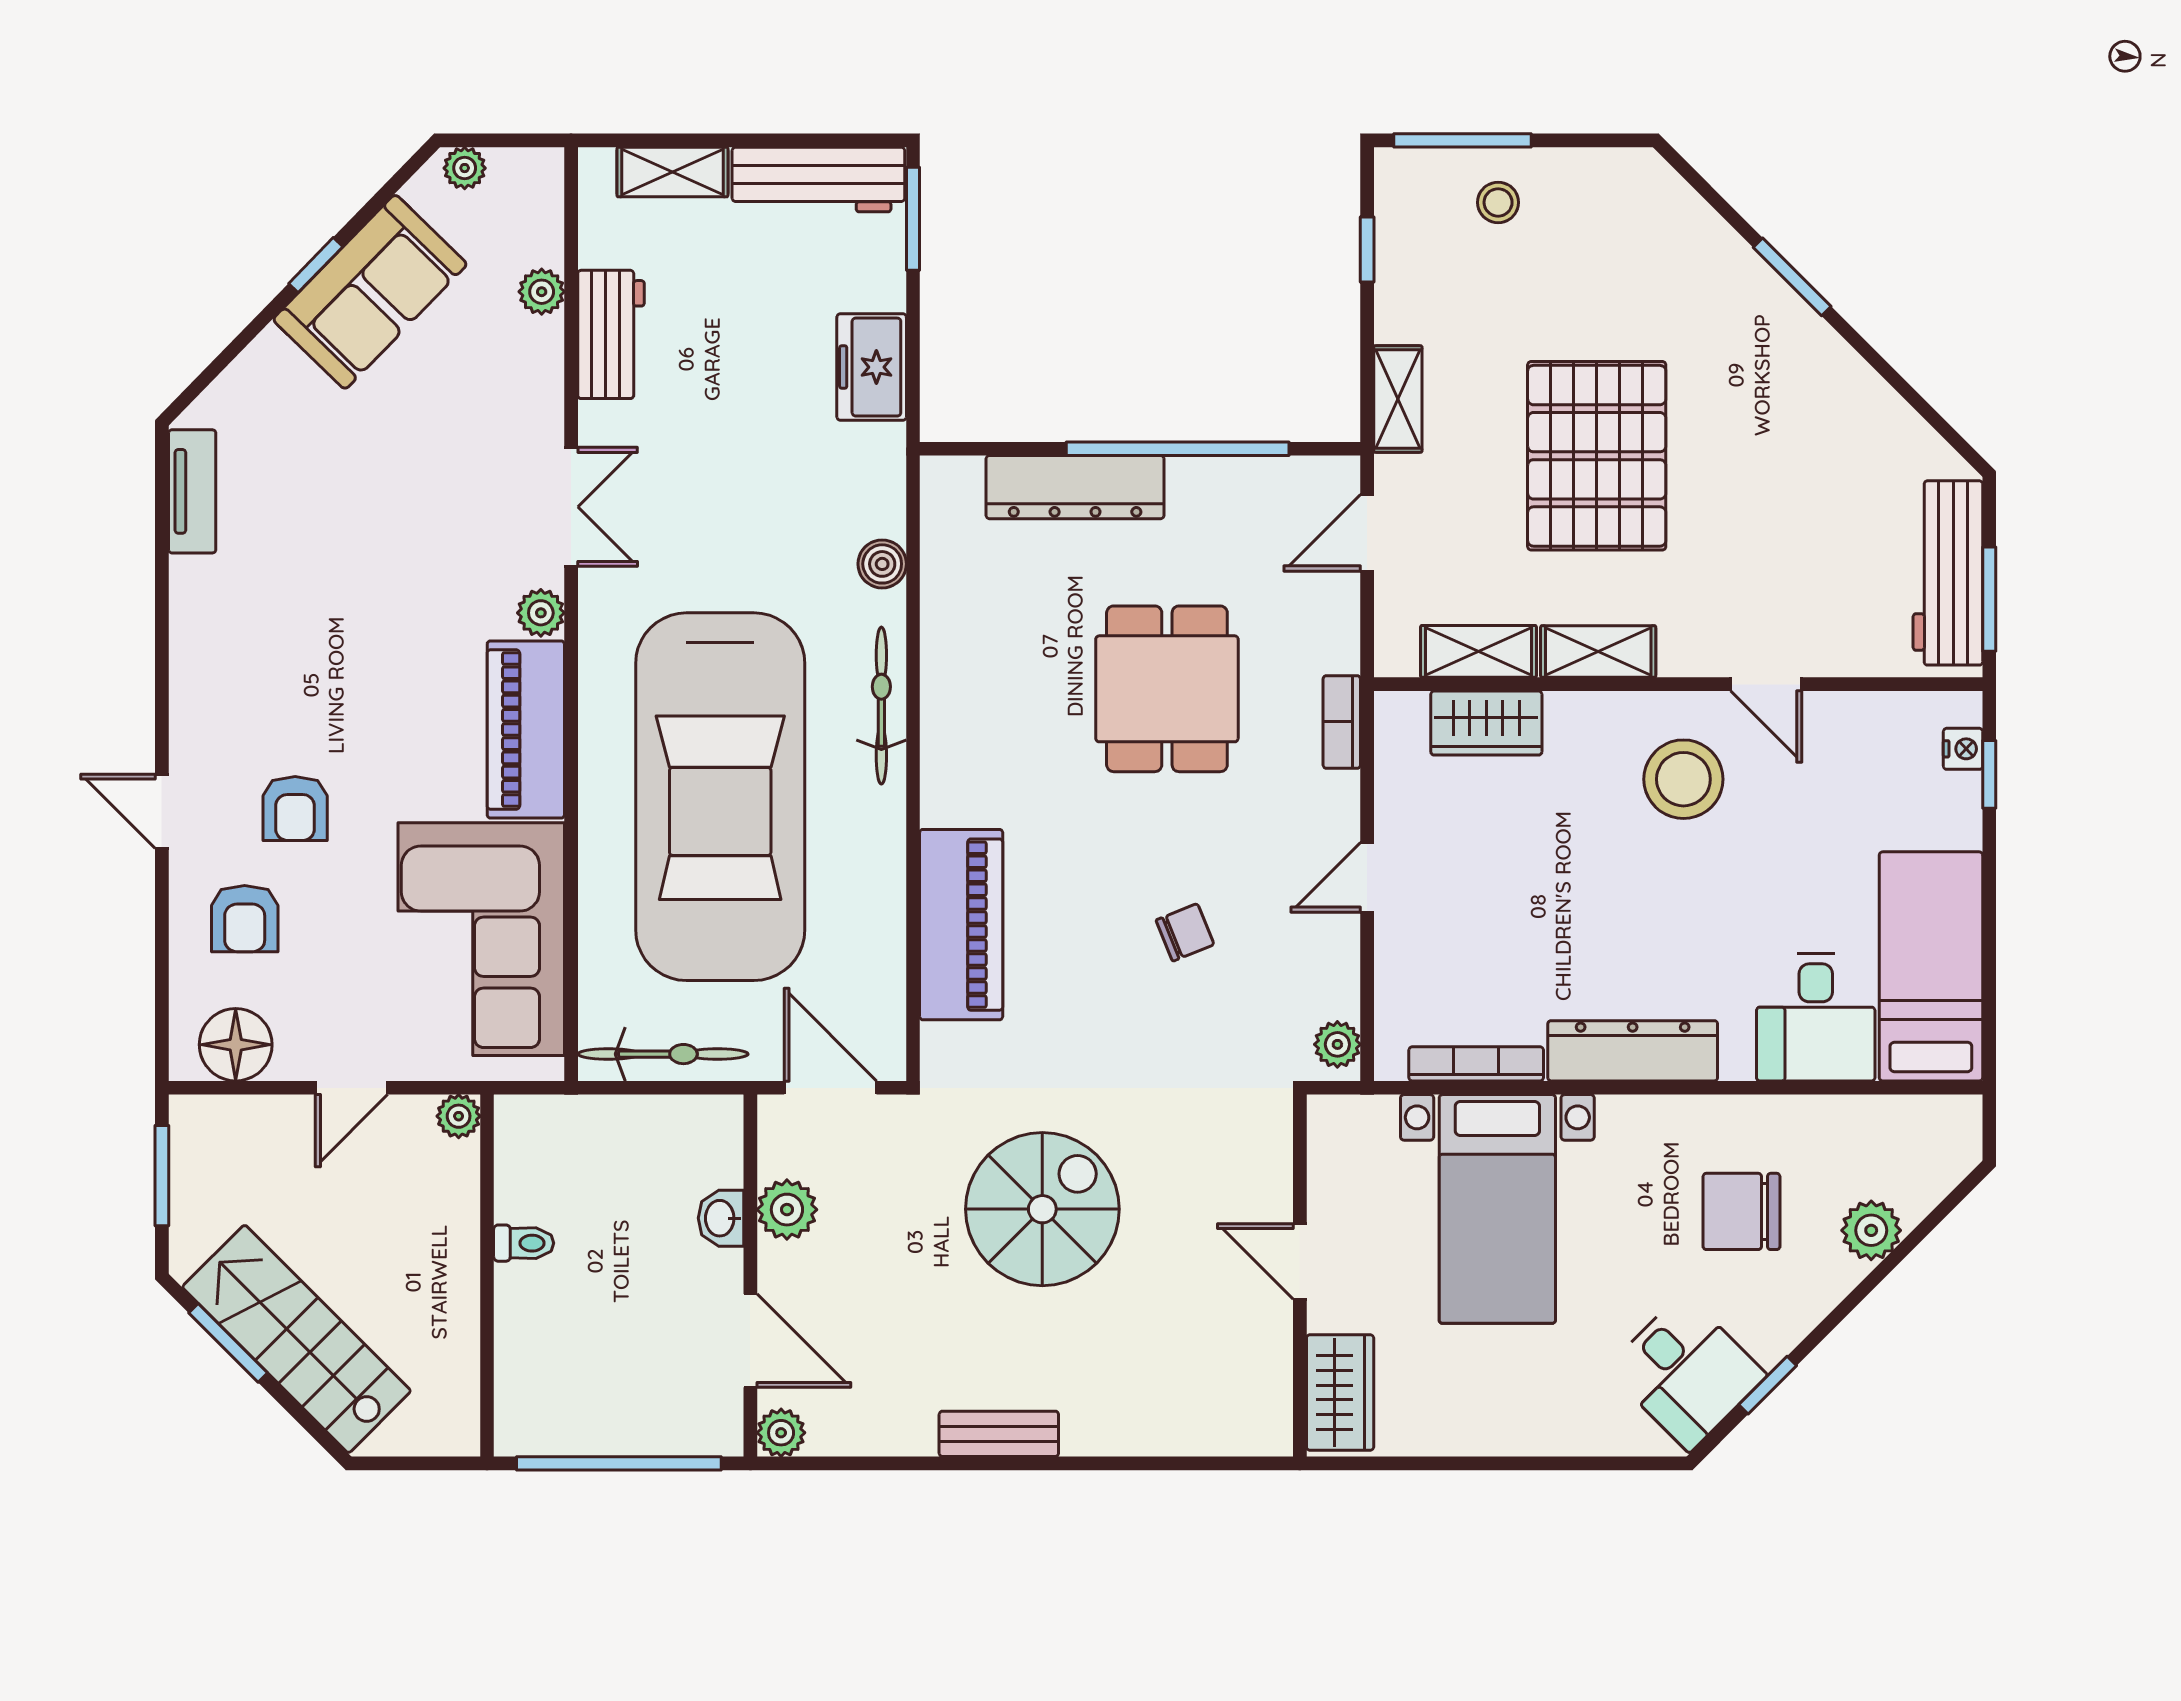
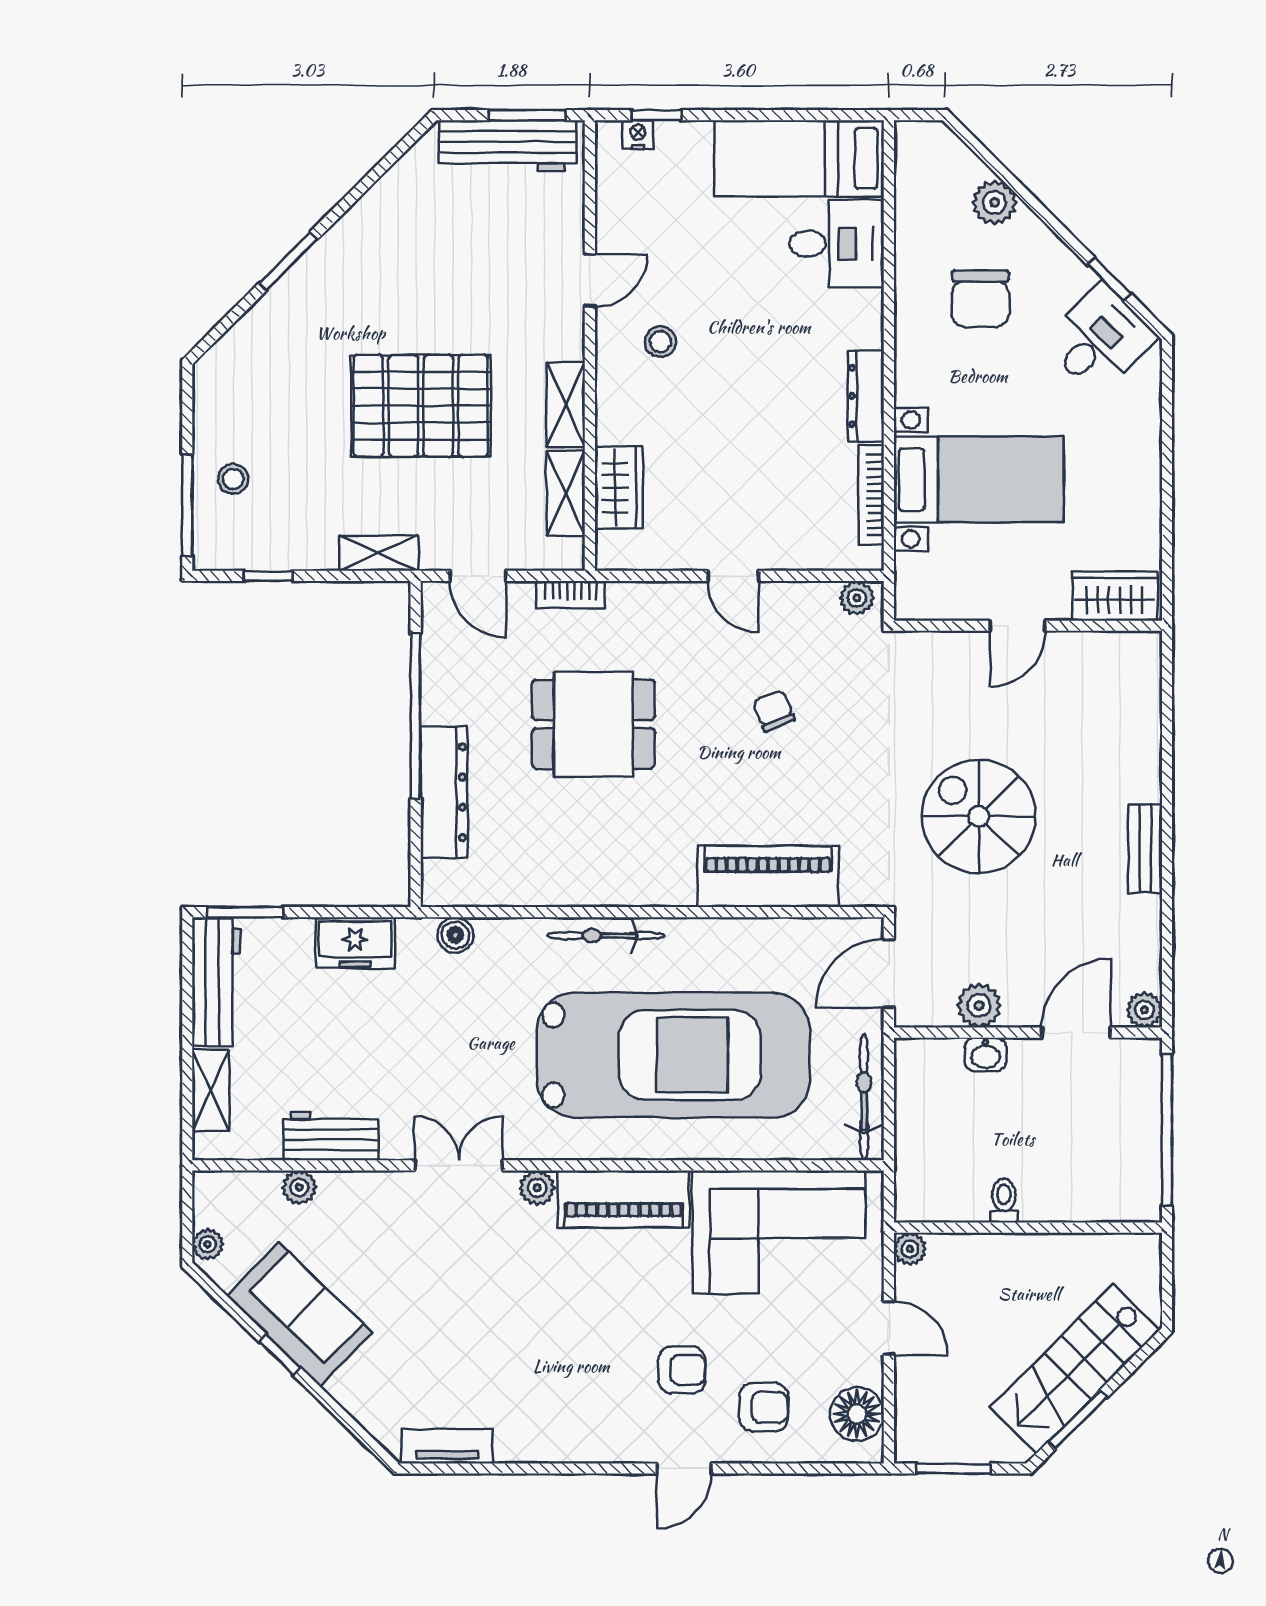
boiler: (882, 564) -> (455, 935), moved
bookcase: (1342, 722) -> (571, 595), moved
stool: (1683, 779) -> (660, 342), width x0.53, depth x0.53
dresser: (1633, 1051) -> (866, 396), width x0.73, depth x0.80

